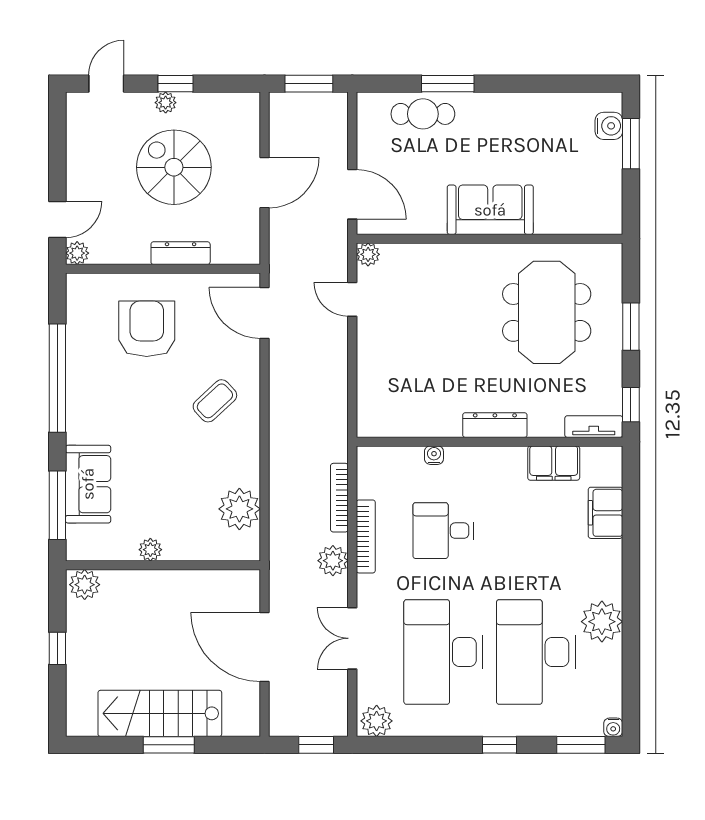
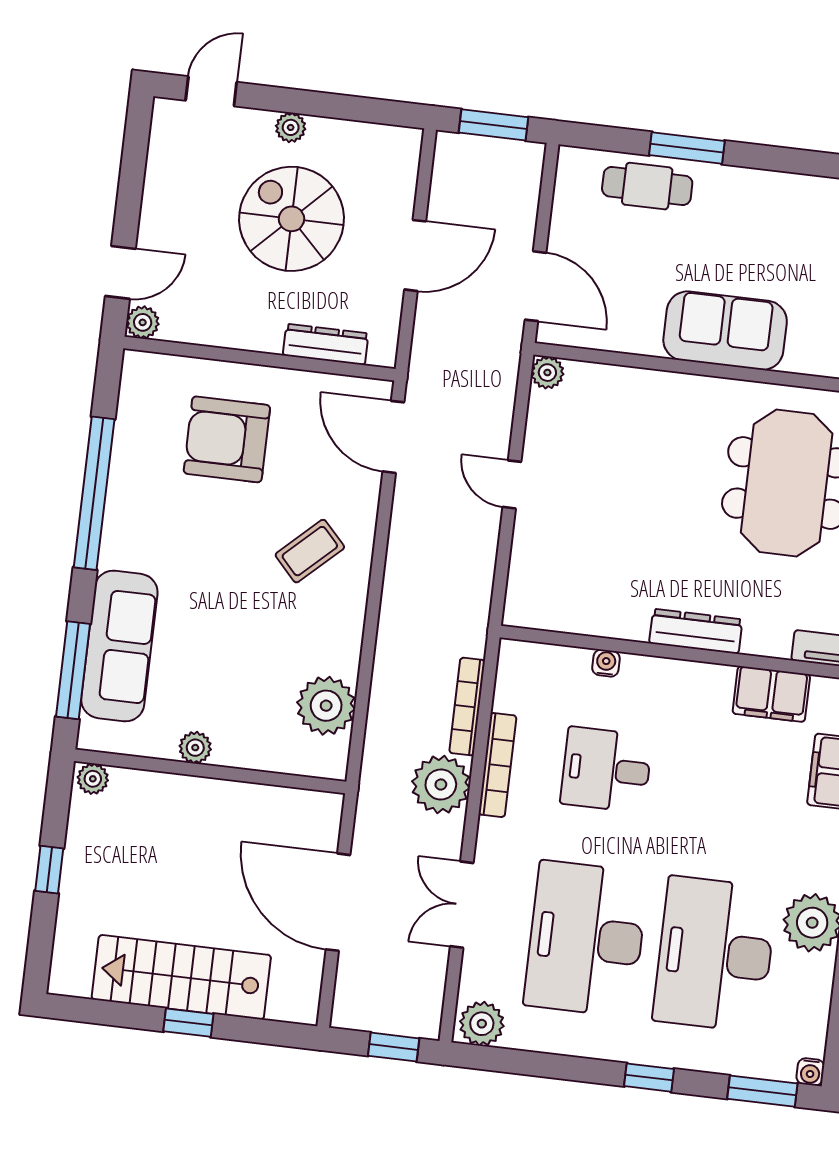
window: (175, 84) -> (308, 103), removed
dresser: (181, 253) -> (326, 344), moved
door: (352, 299) -> (512, 484), moved
armchair: (147, 329) -> (227, 439), turned -90
sofa: (88, 484) -> (119, 646), width x1.36
plant: (333, 561) -> (441, 785), width x1.36, depth x1.36
plant: (85, 585) -> (93, 779), width x0.73, depth x0.73
window: (169, 745) -> (188, 1023), width x0.67

